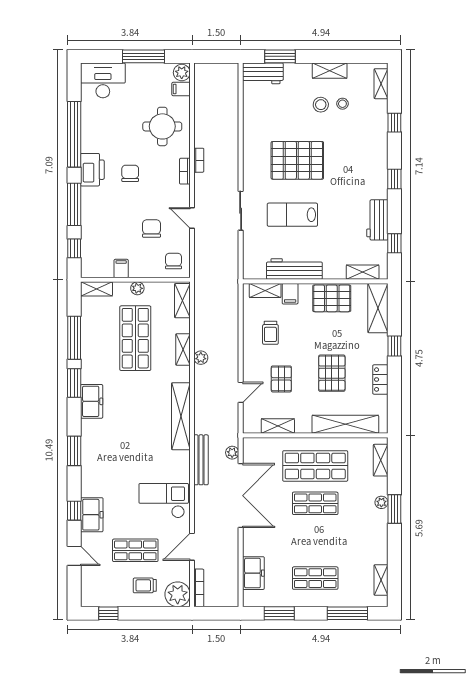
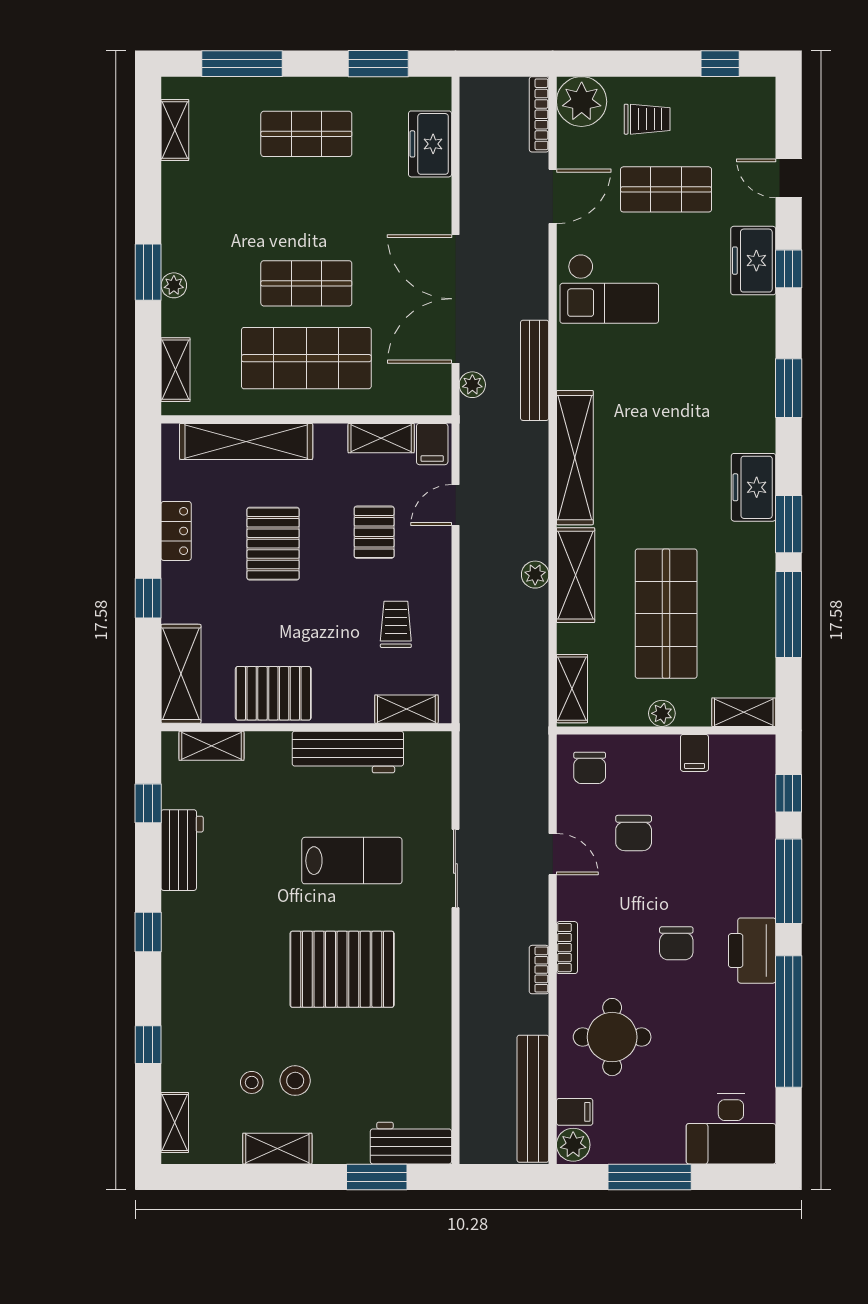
bench: (202, 96) -> (533, 1099), added
filing cabinet: (290, 294) -> (432, 444), moved, turned 180
shelving: (183, 350) -> (576, 575), width x1.50, depth x1.33

